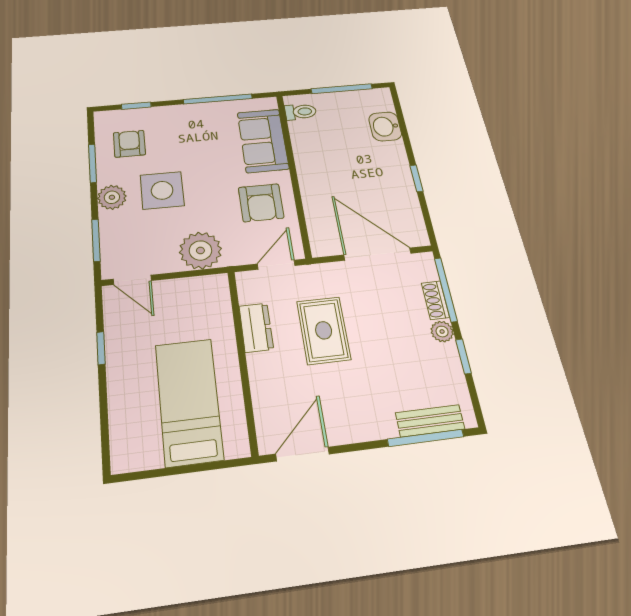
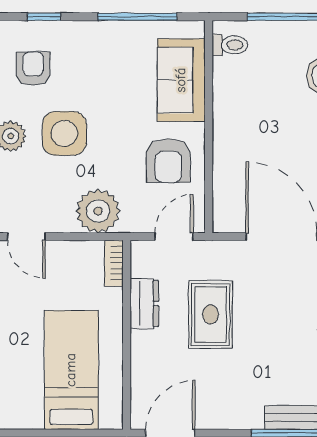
bookcase: (221, 294) -> (114, 263), added

